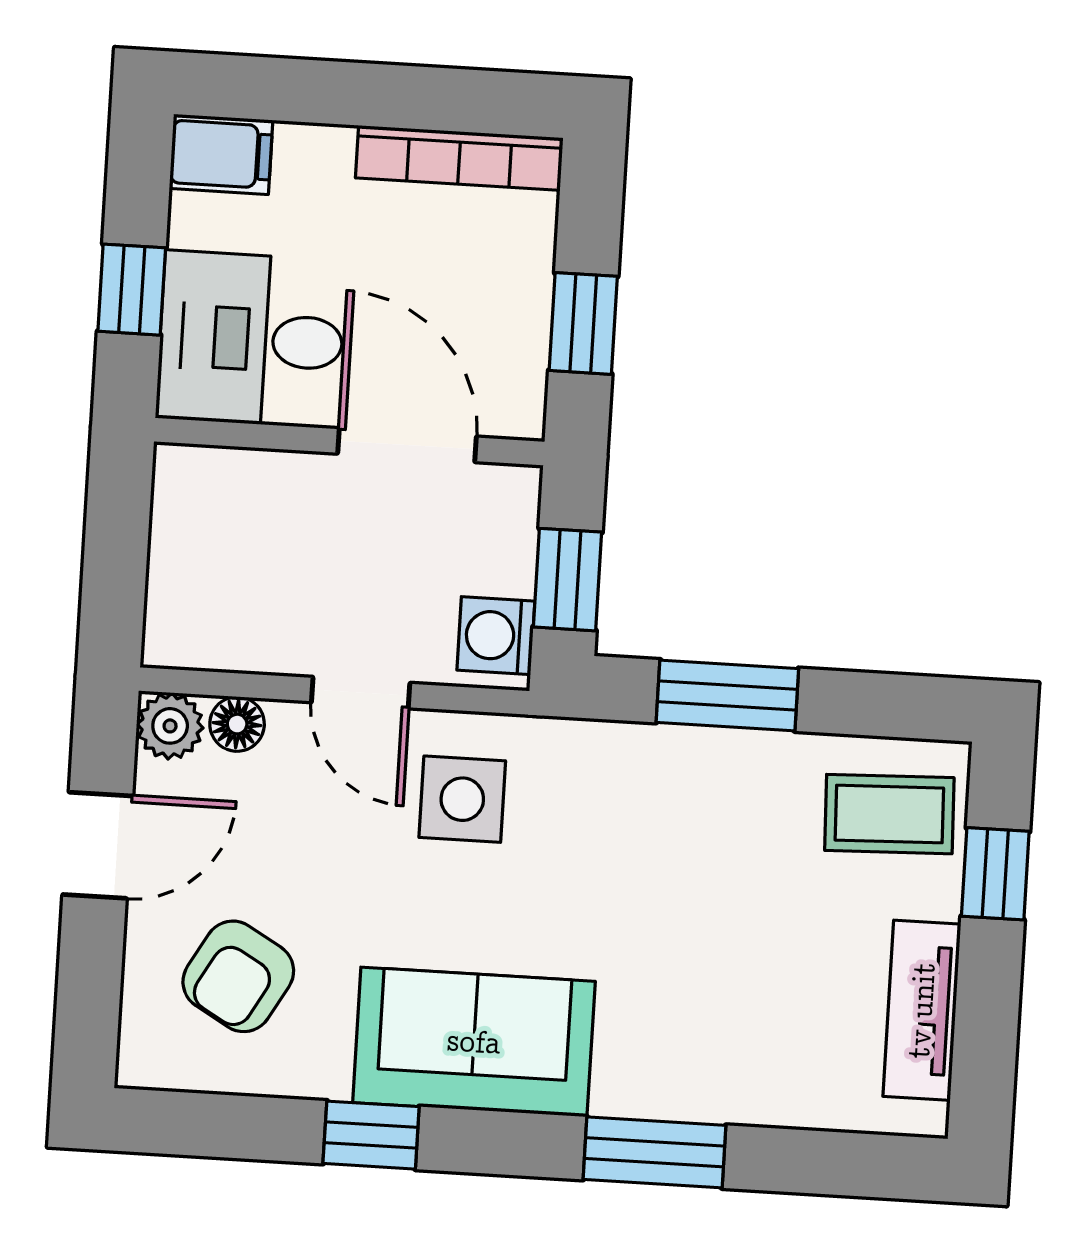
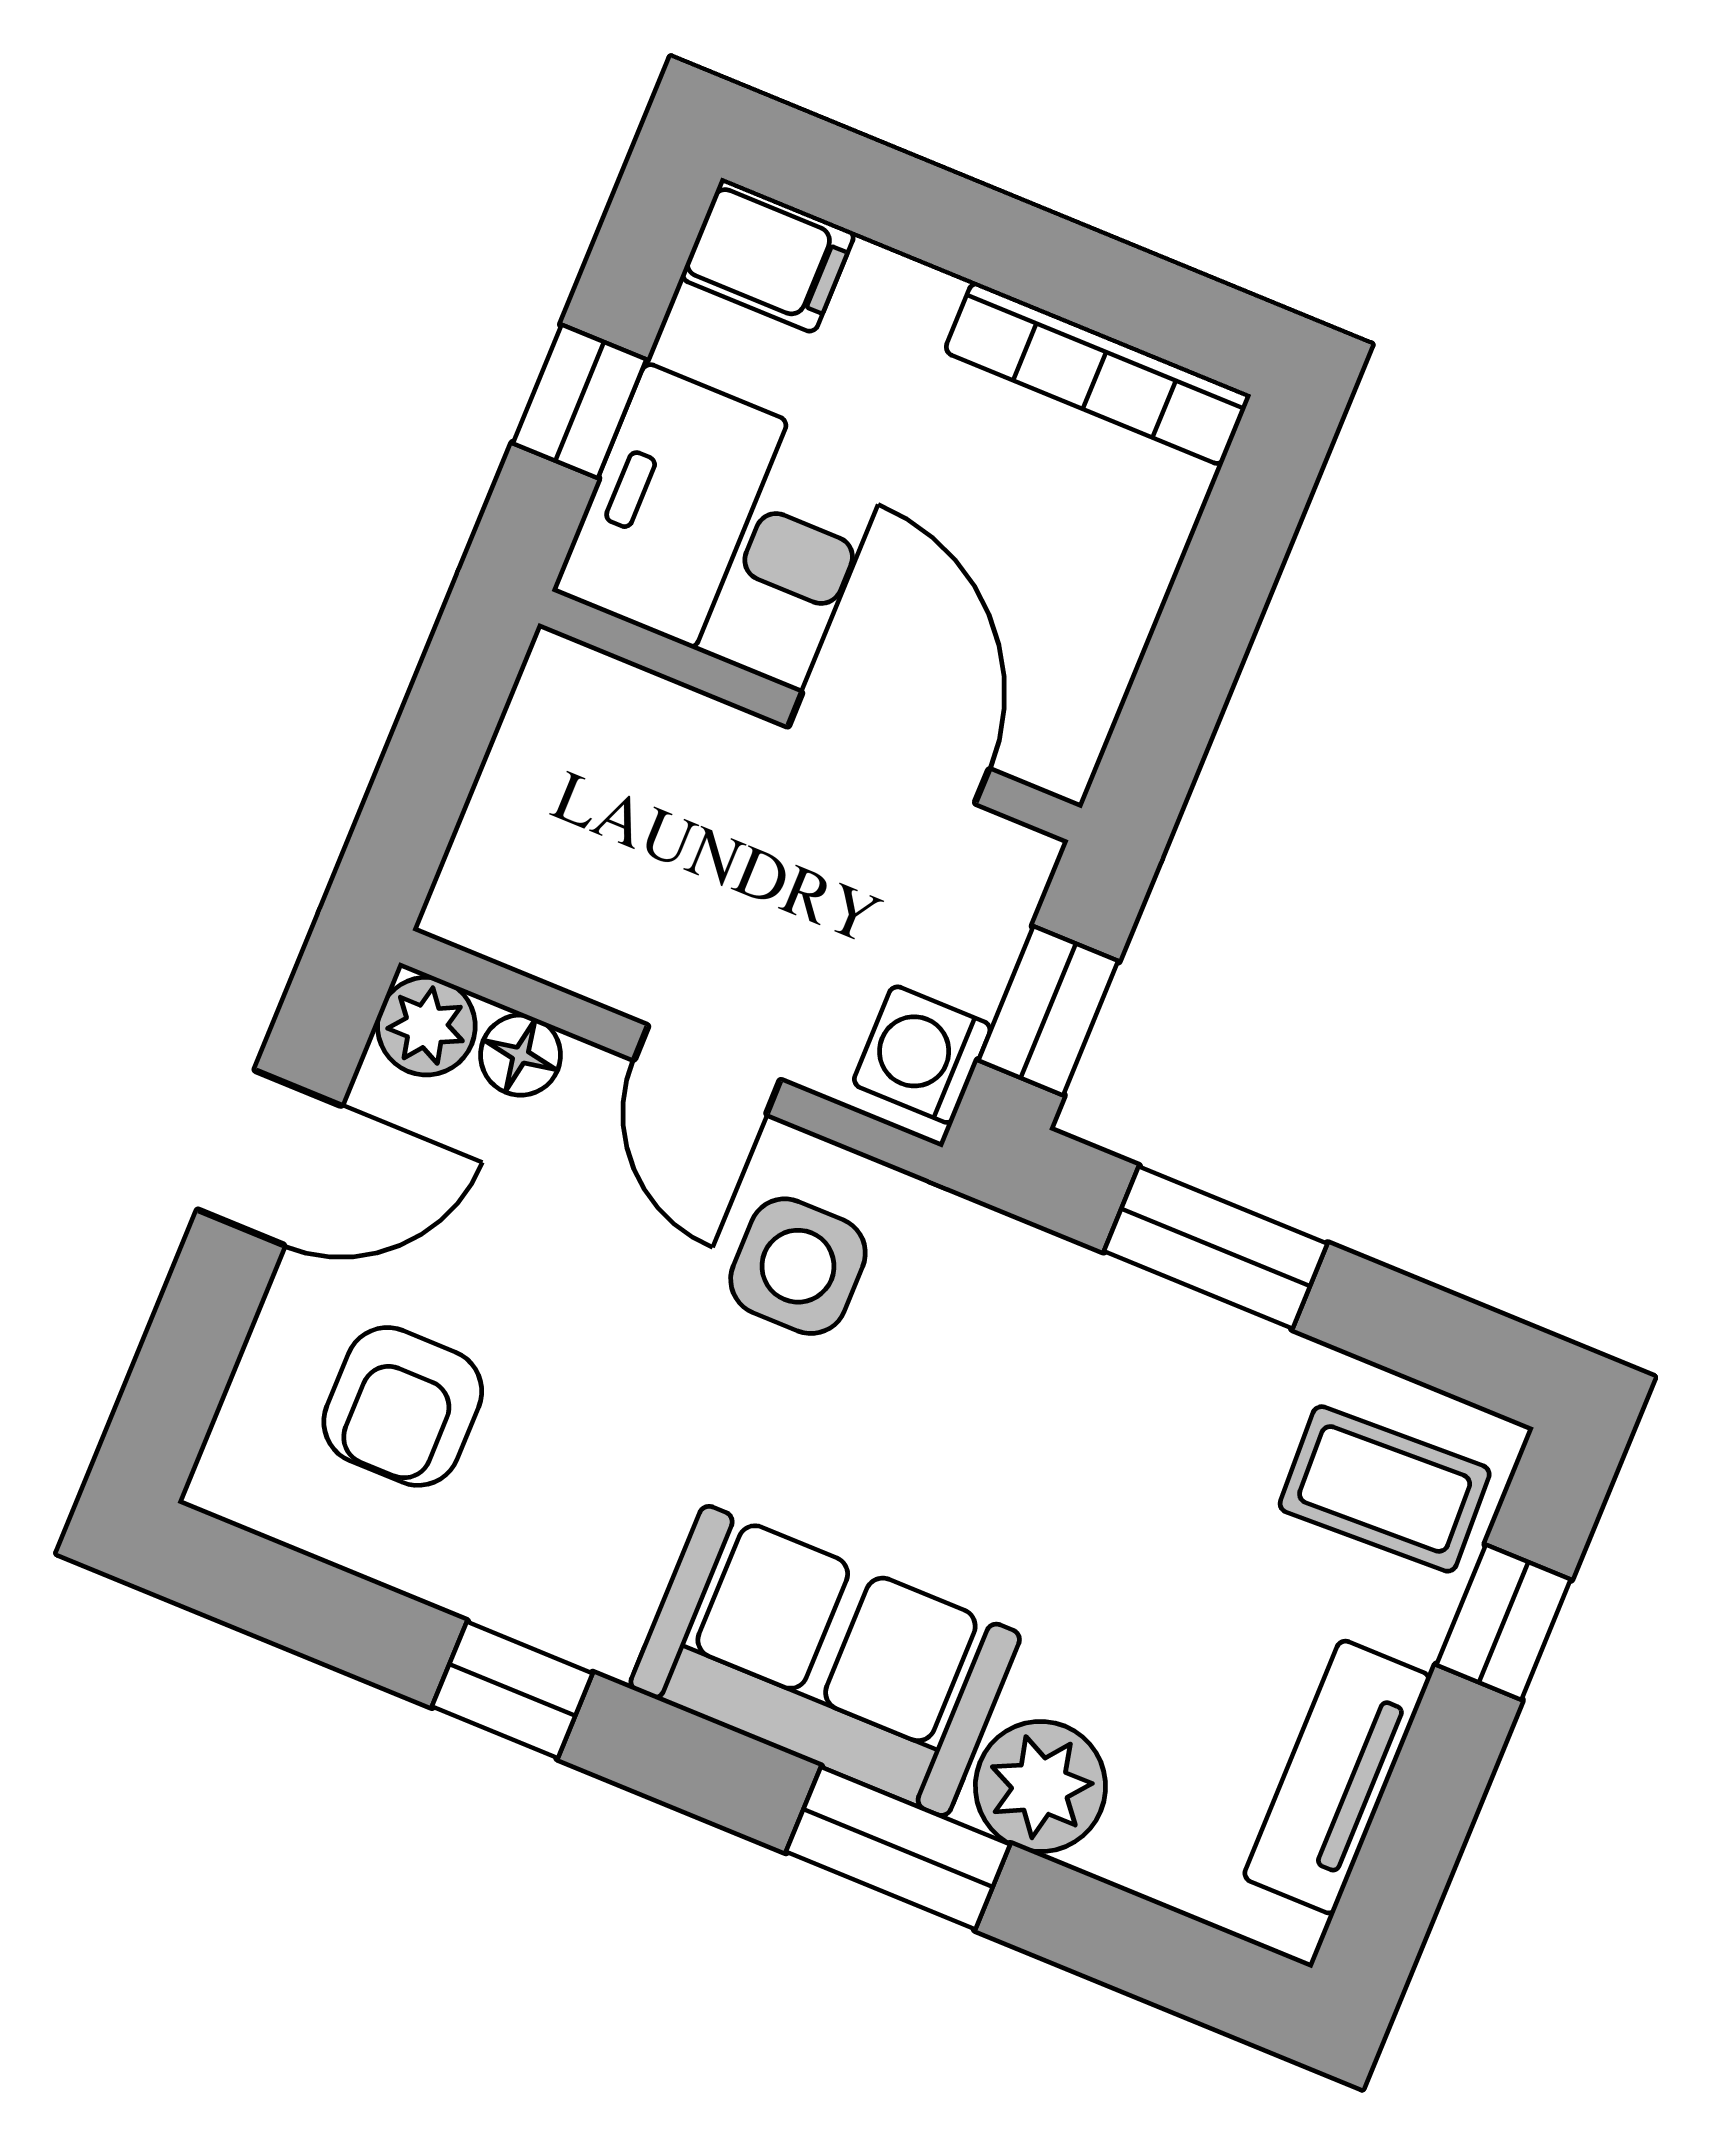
window: (583, 323) -> (1191, 662), removed
armchair: (238, 976) -> (403, 1406), turned -30
sofa: (474, 1042) -> (825, 1661), moved
plant: (733, 1081) -> (1040, 1787), added

